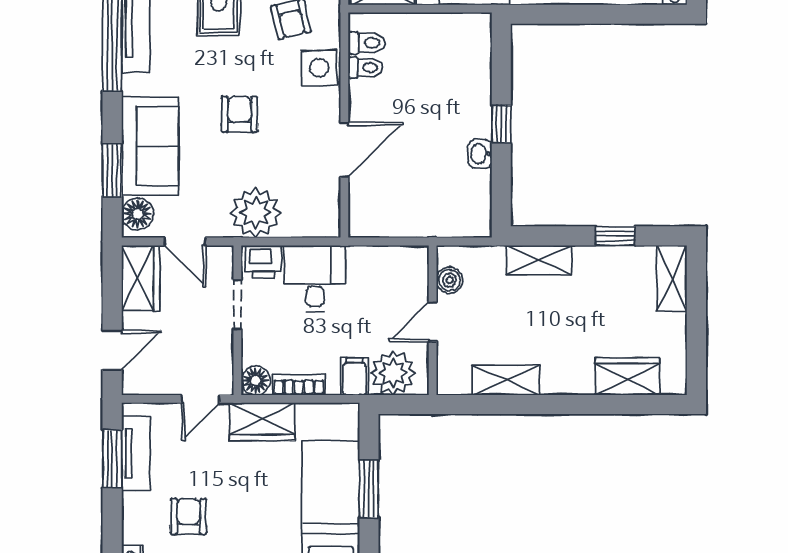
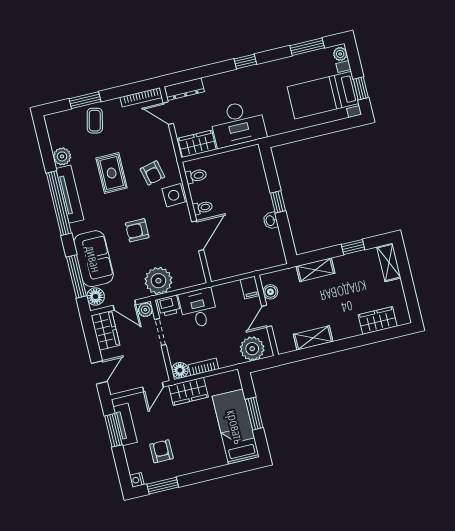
toilet: (365, 67) -> (203, 208), moved
armchair: (239, 114) -> (137, 230), turned -90
window: (112, 170) -> (76, 276), width x1.44
plant: (220, 259) -> (145, 310), added
filing cabinet: (355, 377) -> (250, 288), moved, turned 180

